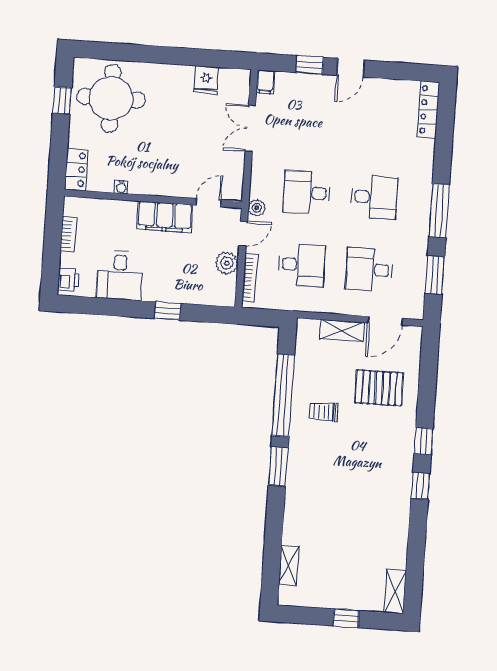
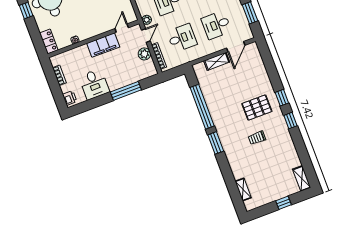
window: (168, 311) -> (126, 91), width x2.17
pallet: (379, 388) -> (257, 108), moved
trolley: (323, 412) -> (257, 138), moved

